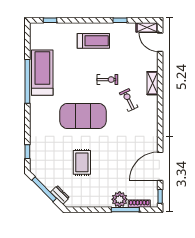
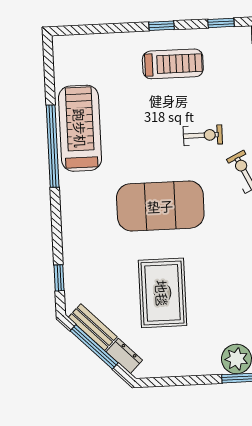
window: (50, 20) -> (161, 26), moved
rug: (82, 162) -> (162, 293), width x1.36, depth x1.43
bench: (44, 179) -> (93, 327), added

